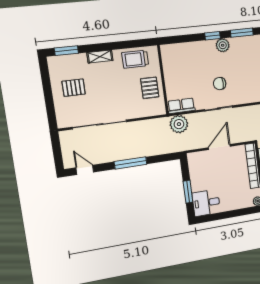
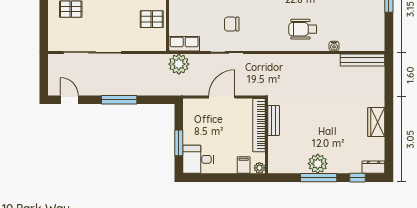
pallet: (150, 88) -> (152, 19), turned 90
filing cabinet: (244, 201) -> (244, 165), added

